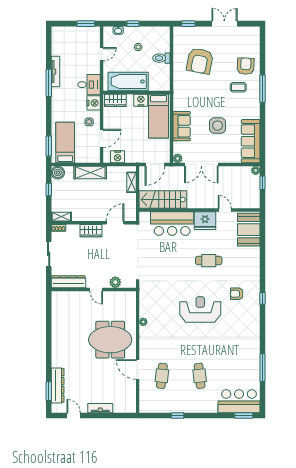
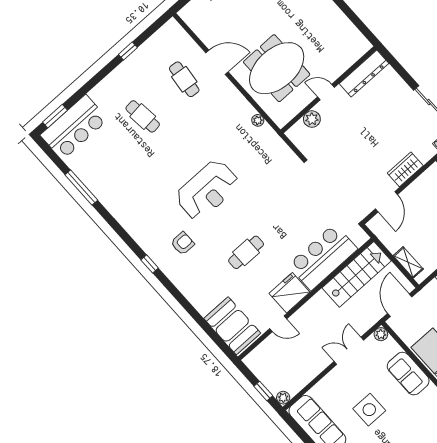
double door: (201, 164) -> (349, 351), width x0.73
dresser: (68, 282) -> (364, 73), moved
plant: (115, 282) -> (312, 119), moved
wall: (94, 289) -> (329, 90), moved
door: (96, 289) -> (326, 92), moved

